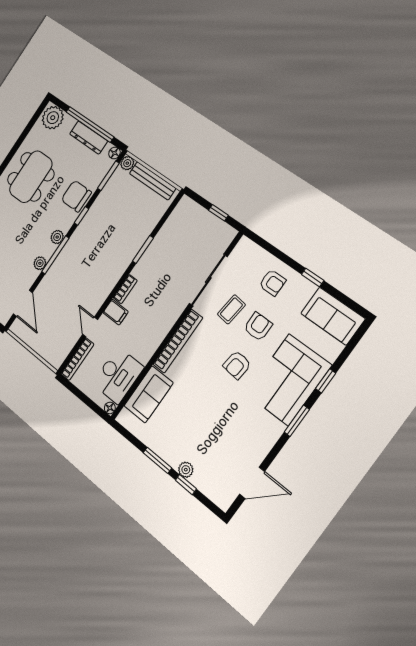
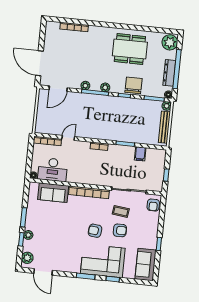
armchair: (272, 283) -> (153, 205), moved
filing cabinet: (116, 312) -> (140, 154), moved
plant: (217, 493) -> (27, 258), added

